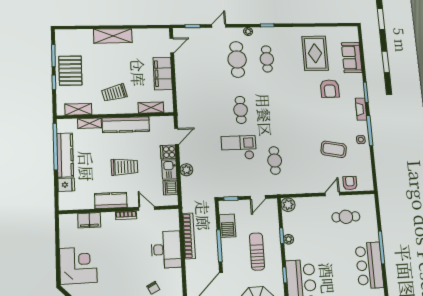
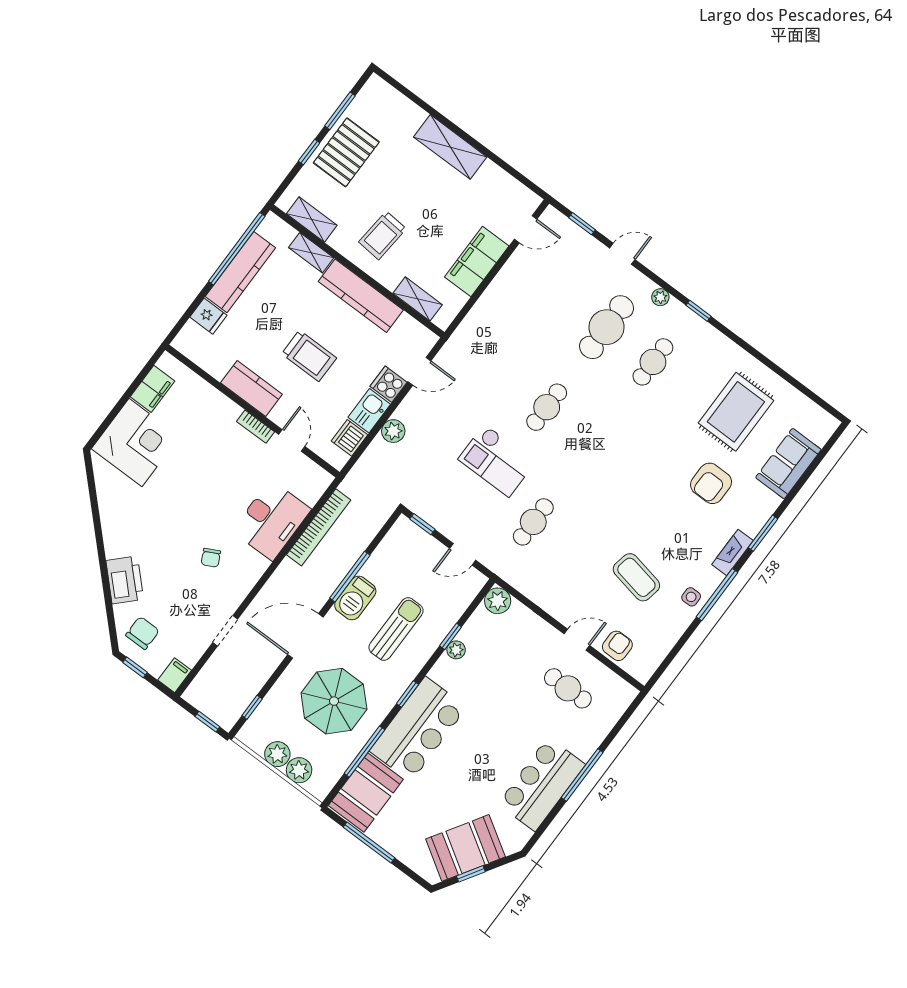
trolley: (114, 93) -> (383, 235), turned -71
checkout: (239, 148) -> (497, 461), turned 180
filing cabinet: (89, 220) -> (153, 389), moved, turned -90
barbecue: (228, 226) -> (355, 598), moved

